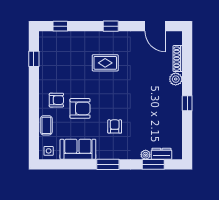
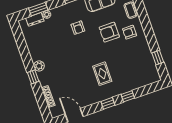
window: (60, 26) -> (128, 96), moved
rug: (105, 63) -> (102, 74), turned 90
plant: (176, 79) -> (39, 66), moved
window: (187, 103) -> (33, 77), moved

